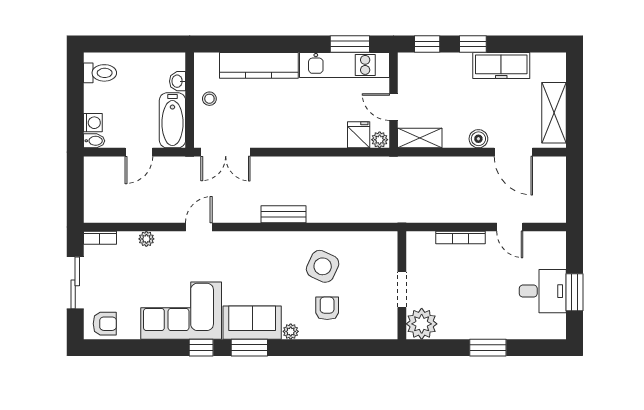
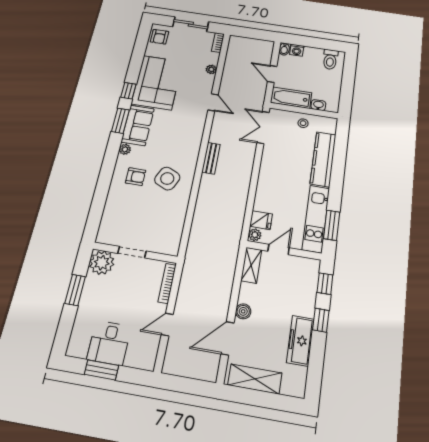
wall: (402, 285) -> (135, 253), moved
doorway: (402, 290) -> (132, 252), moved
plant: (422, 324) -> (102, 263), moved

